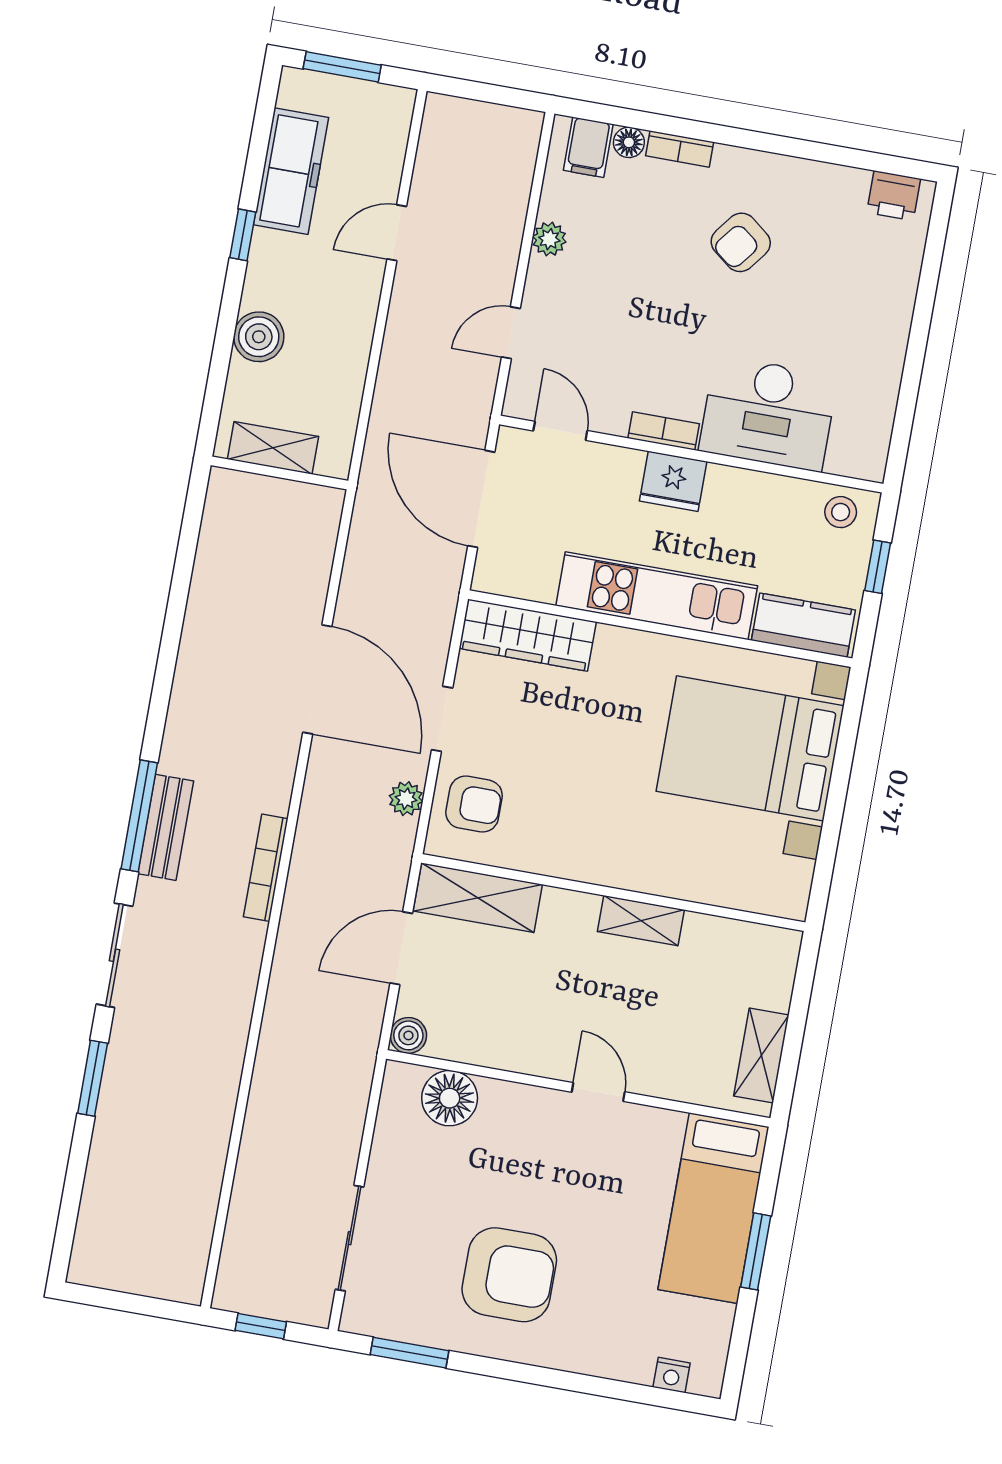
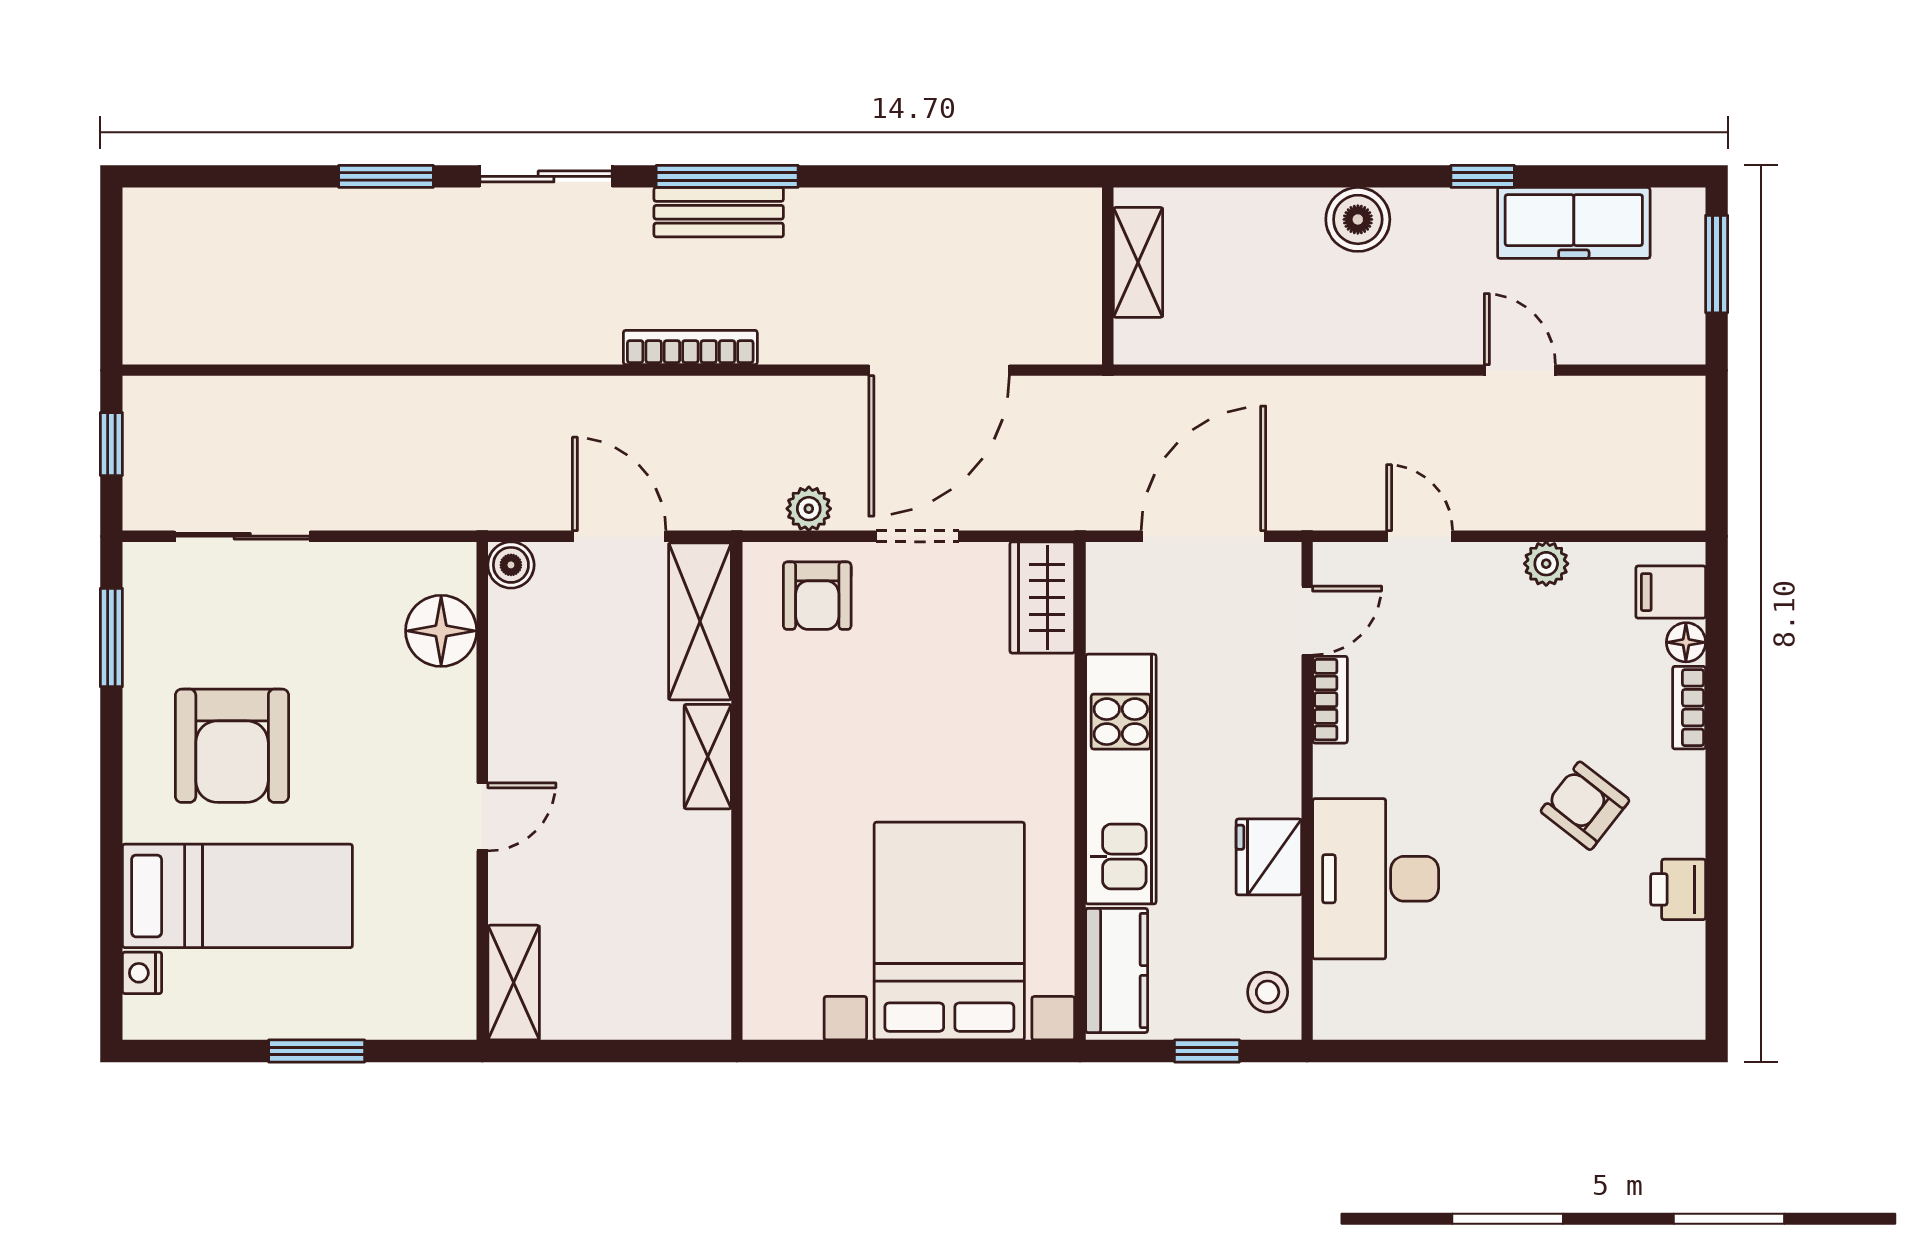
printer: (894, 196) -> (1678, 889), moved
bookcase: (664, 431) -> (1330, 700), moved
shelving: (273, 448) -> (1138, 262), moved
wall: (279, 473) -> (1108, 276), moved
fridge: (673, 481) -> (1269, 857), moved
wardrobe: (528, 635) -> (1042, 597), width x0.67
shelving: (641, 921) -> (708, 757), moved
shelving: (761, 1055) -> (514, 983), moved, turned 90
bed: (714, 1208) -> (237, 896), moved, turned 180

